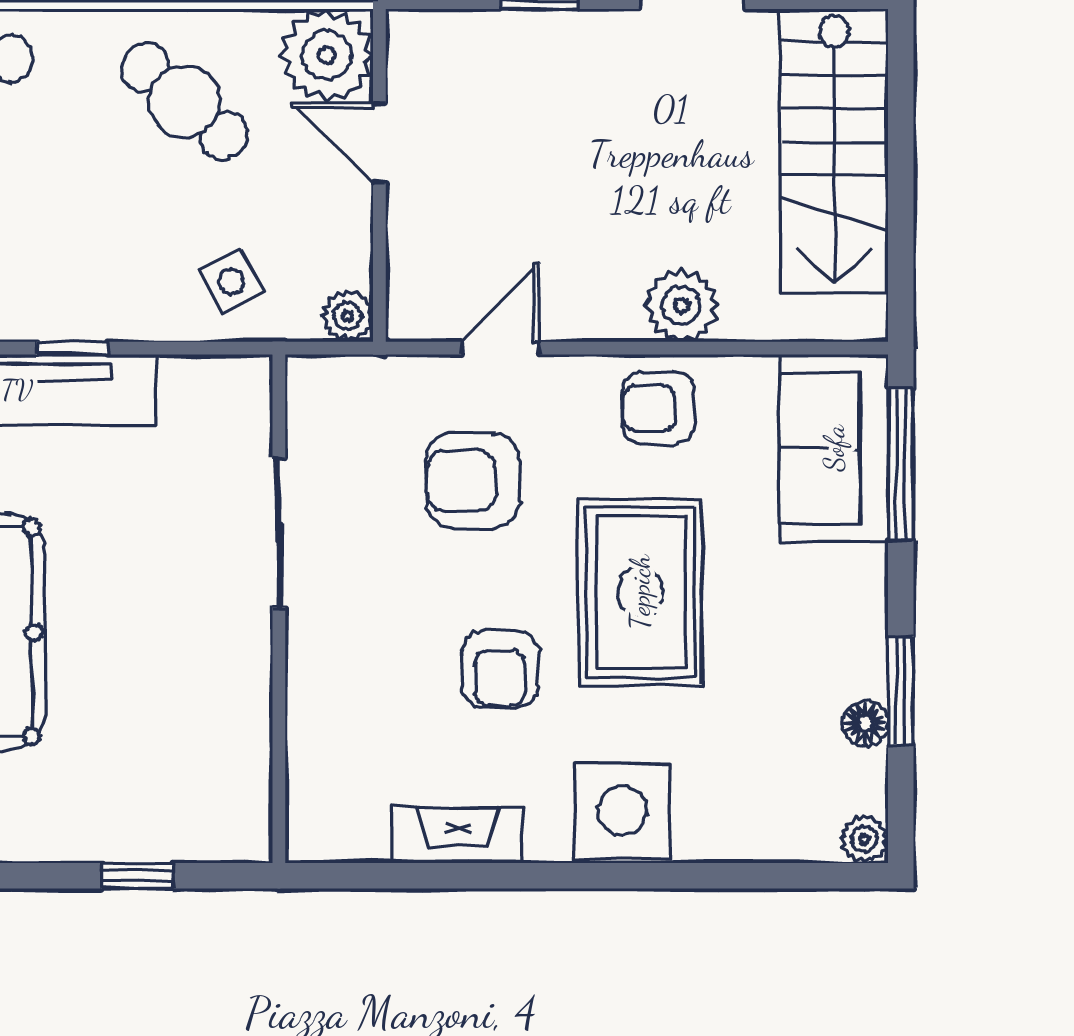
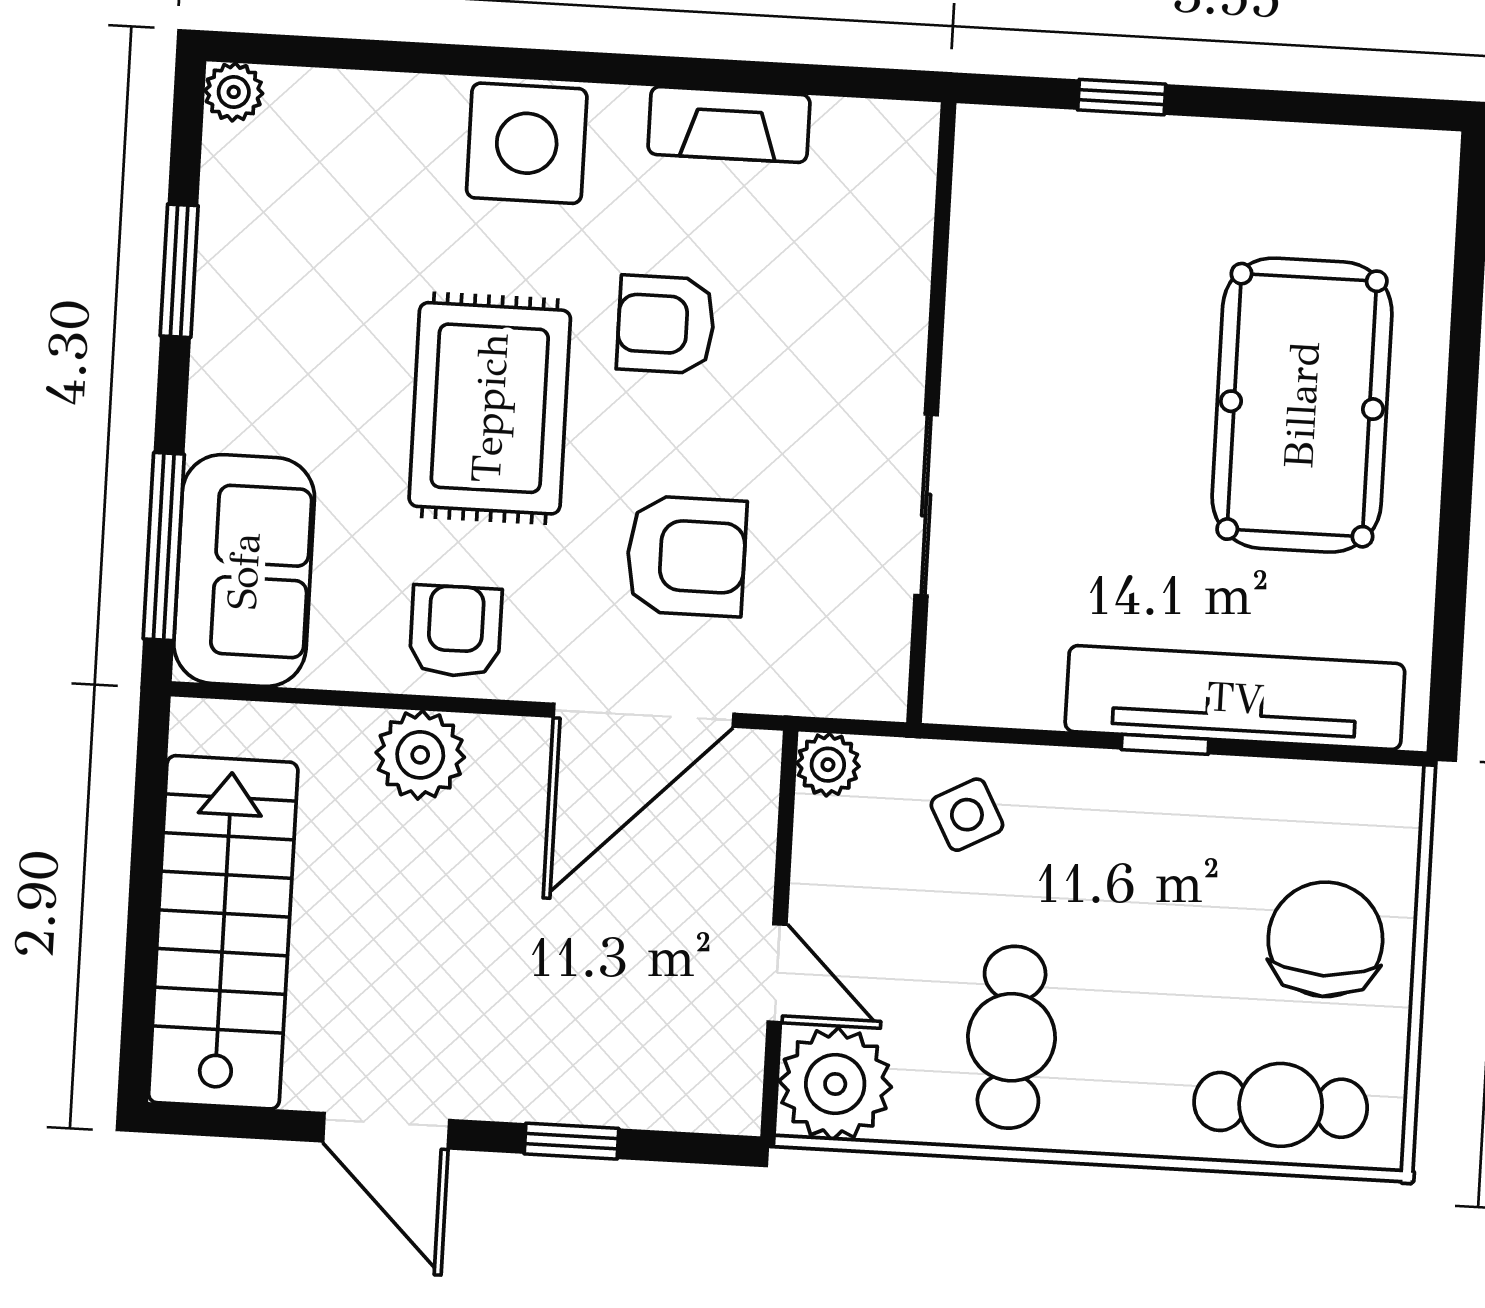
cafe table: (185, 102) -> (1012, 1037), turned 49
door: (500, 348) -> (644, 715), width x1.87
armchair: (658, 408) -> (456, 631), turned -90
armchair: (500, 669) -> (666, 324), turned -90
floor lamp: (865, 723) -> (225, 234), removed

